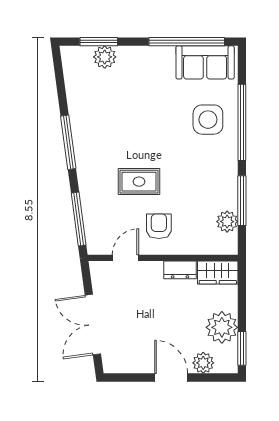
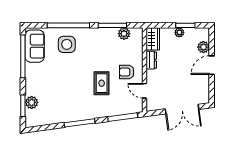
plant: (222, 327) -> (179, 32), width x0.53, depth x0.53
window: (242, 348) -> (185, 25), moved

